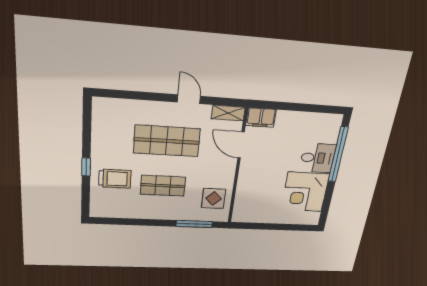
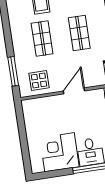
shop shelf: (167, 141) -> (79, 33), width x0.70, depth x0.74
door: (241, 145) -> (74, 91), moved

